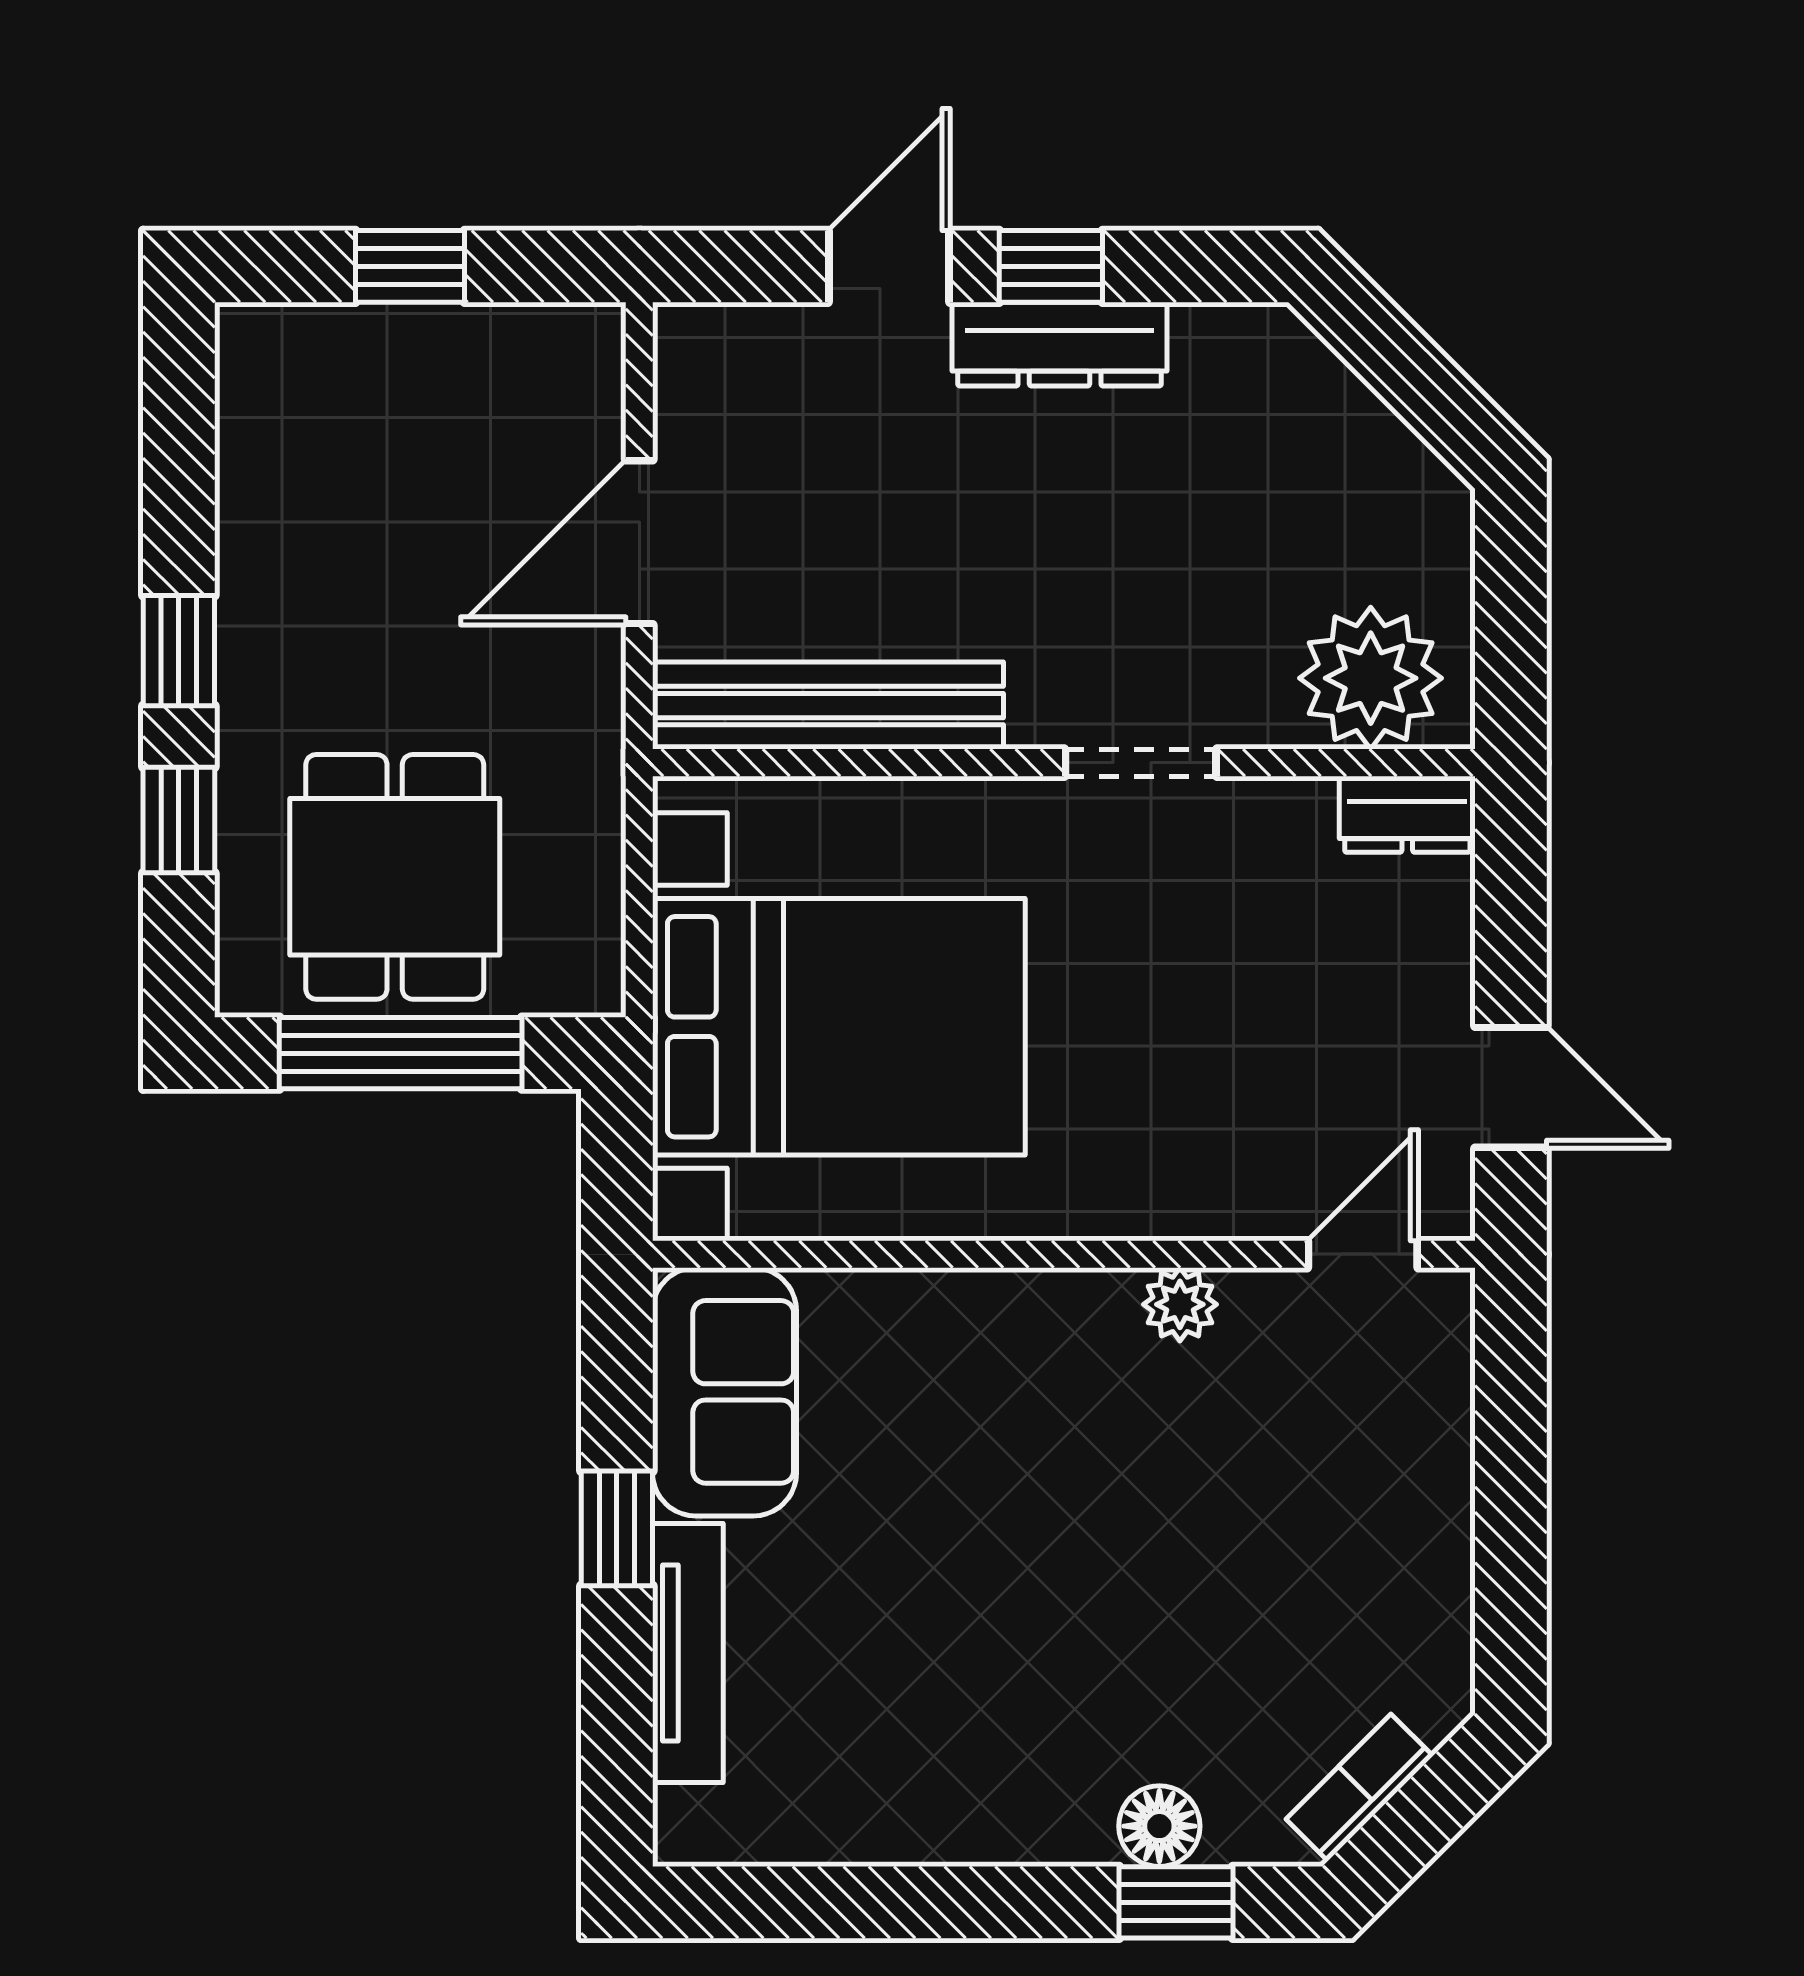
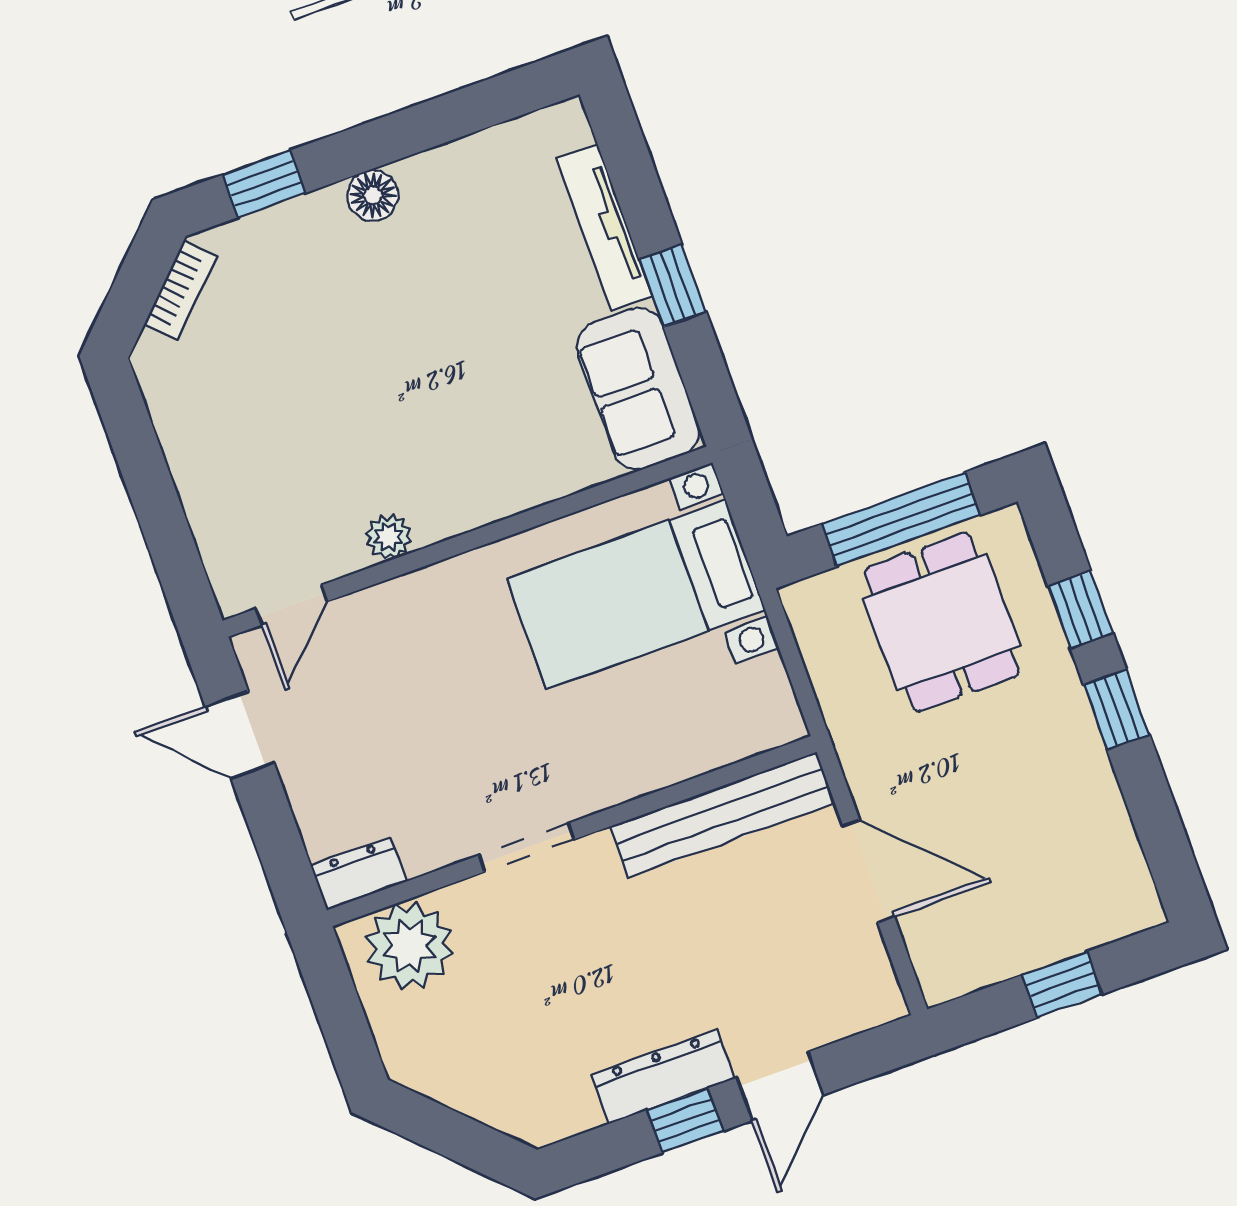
door: (639, 542) -> (868, 871), hinge flipped
bed with nightstands: (839, 1027) -> (636, 594), width x0.73
floor lamp: (1159, 1826) -> (373, 195), moved

